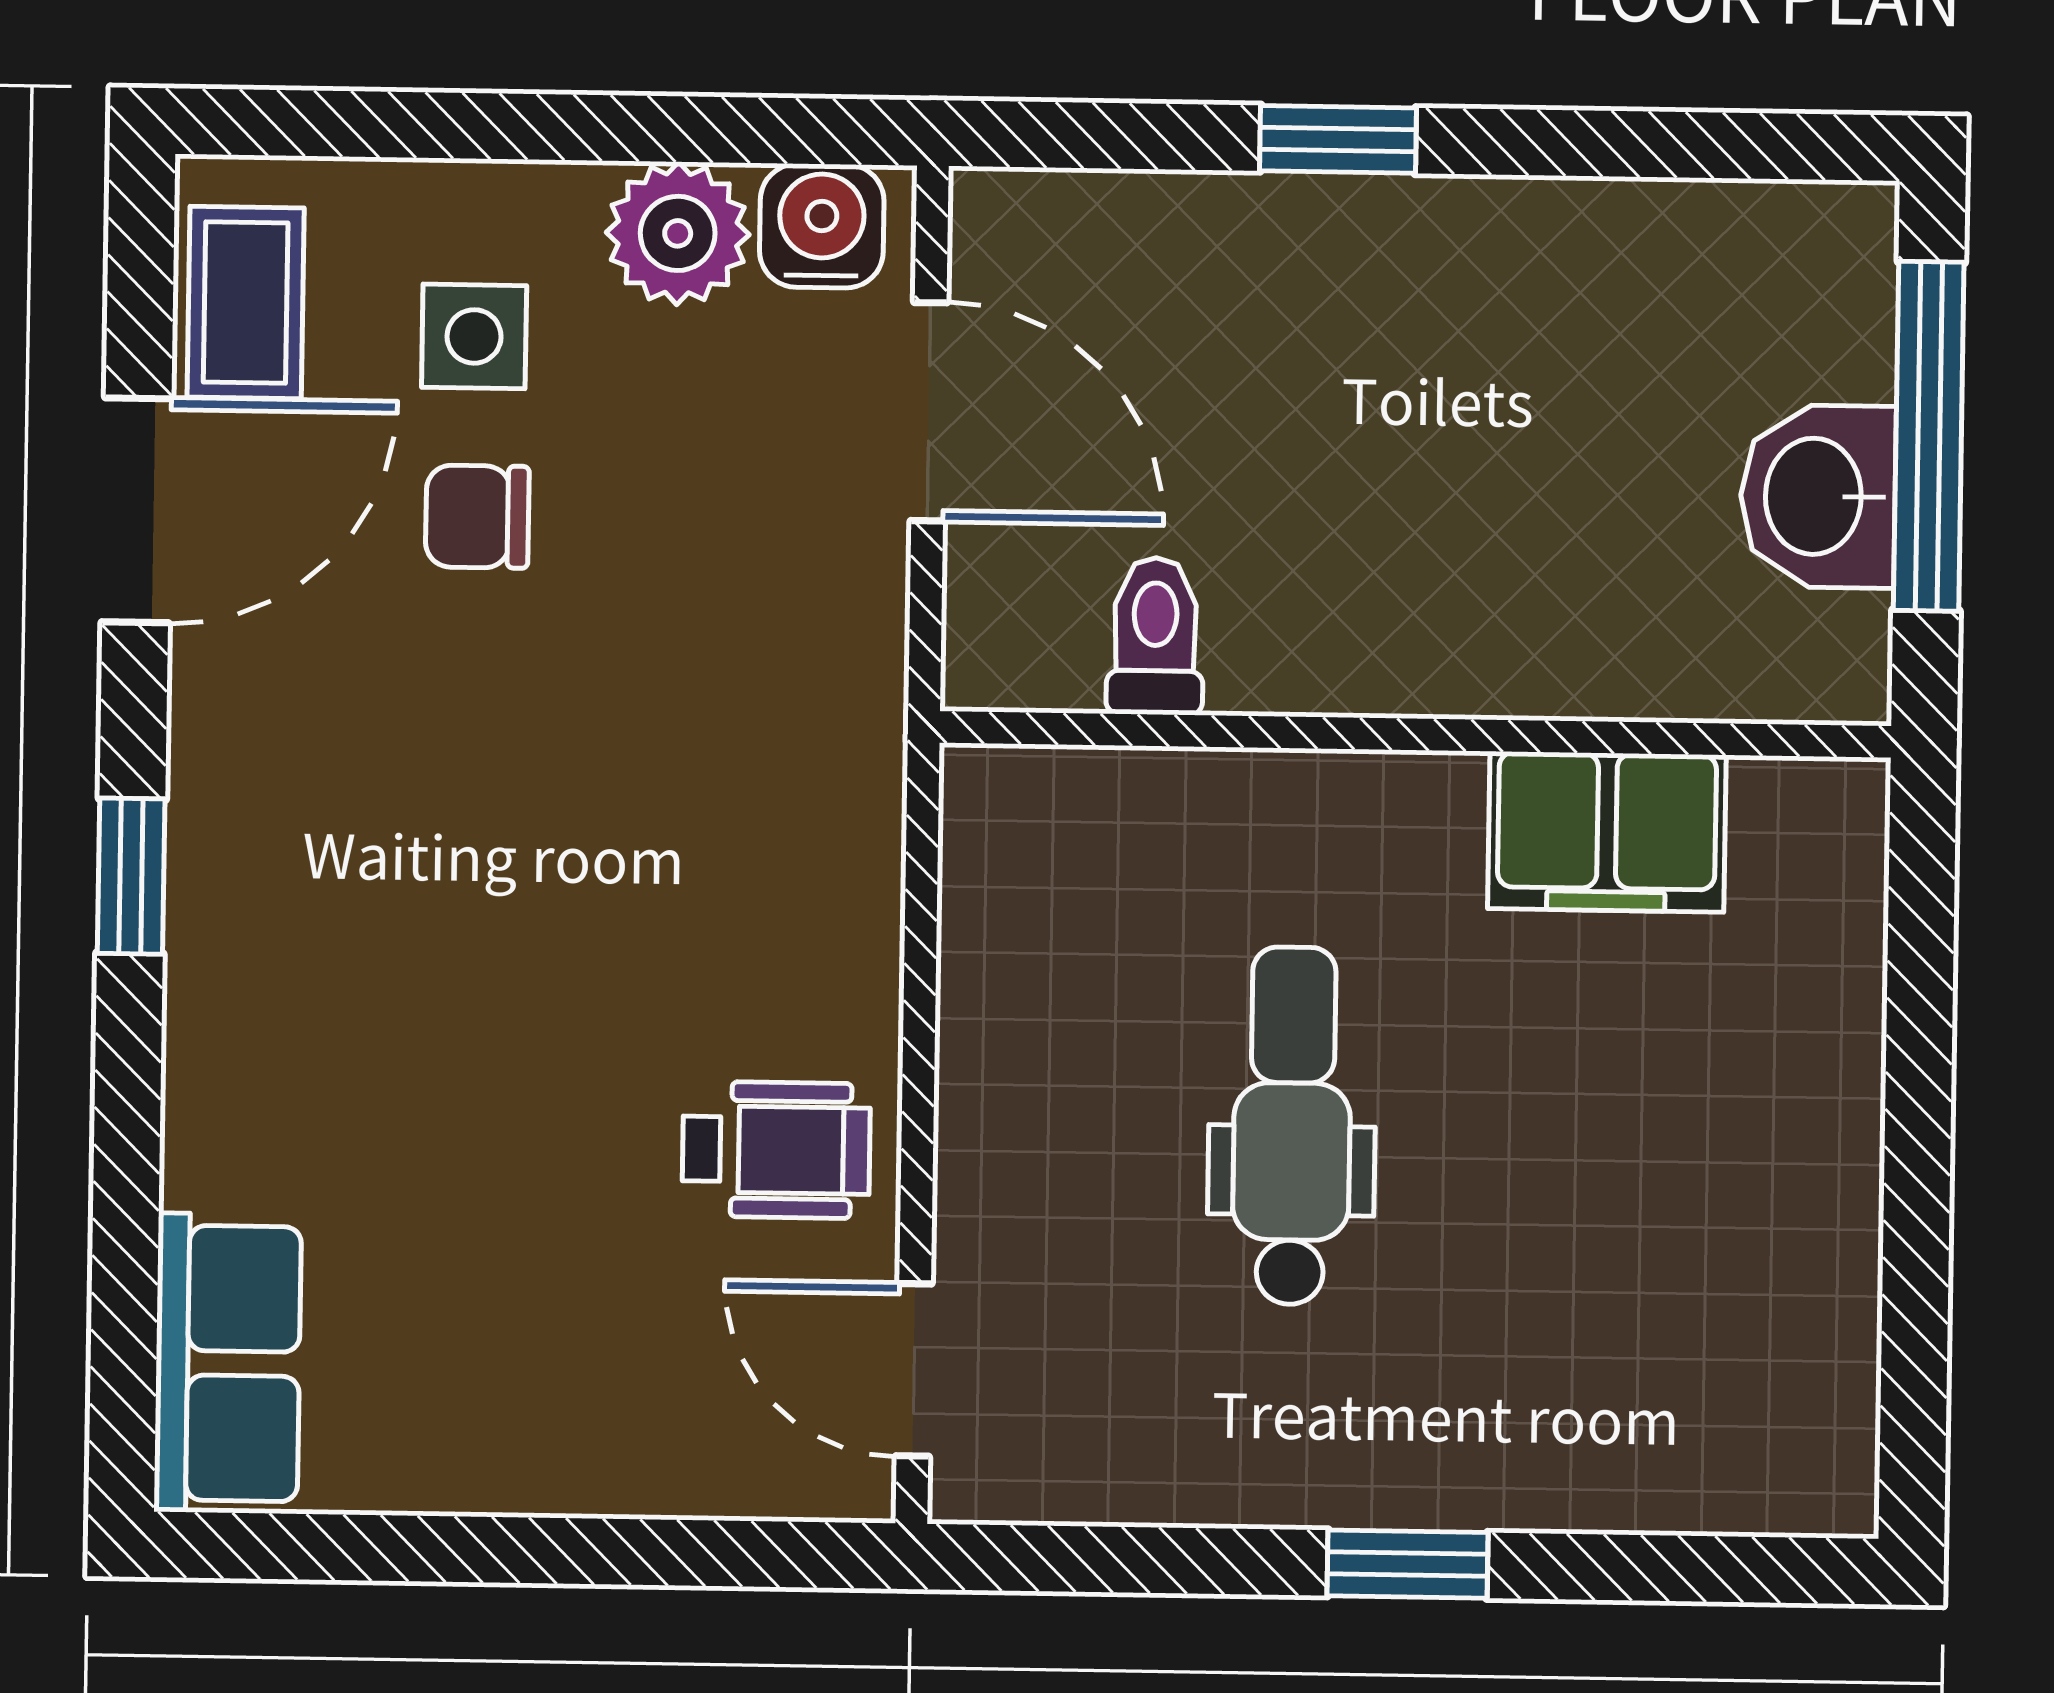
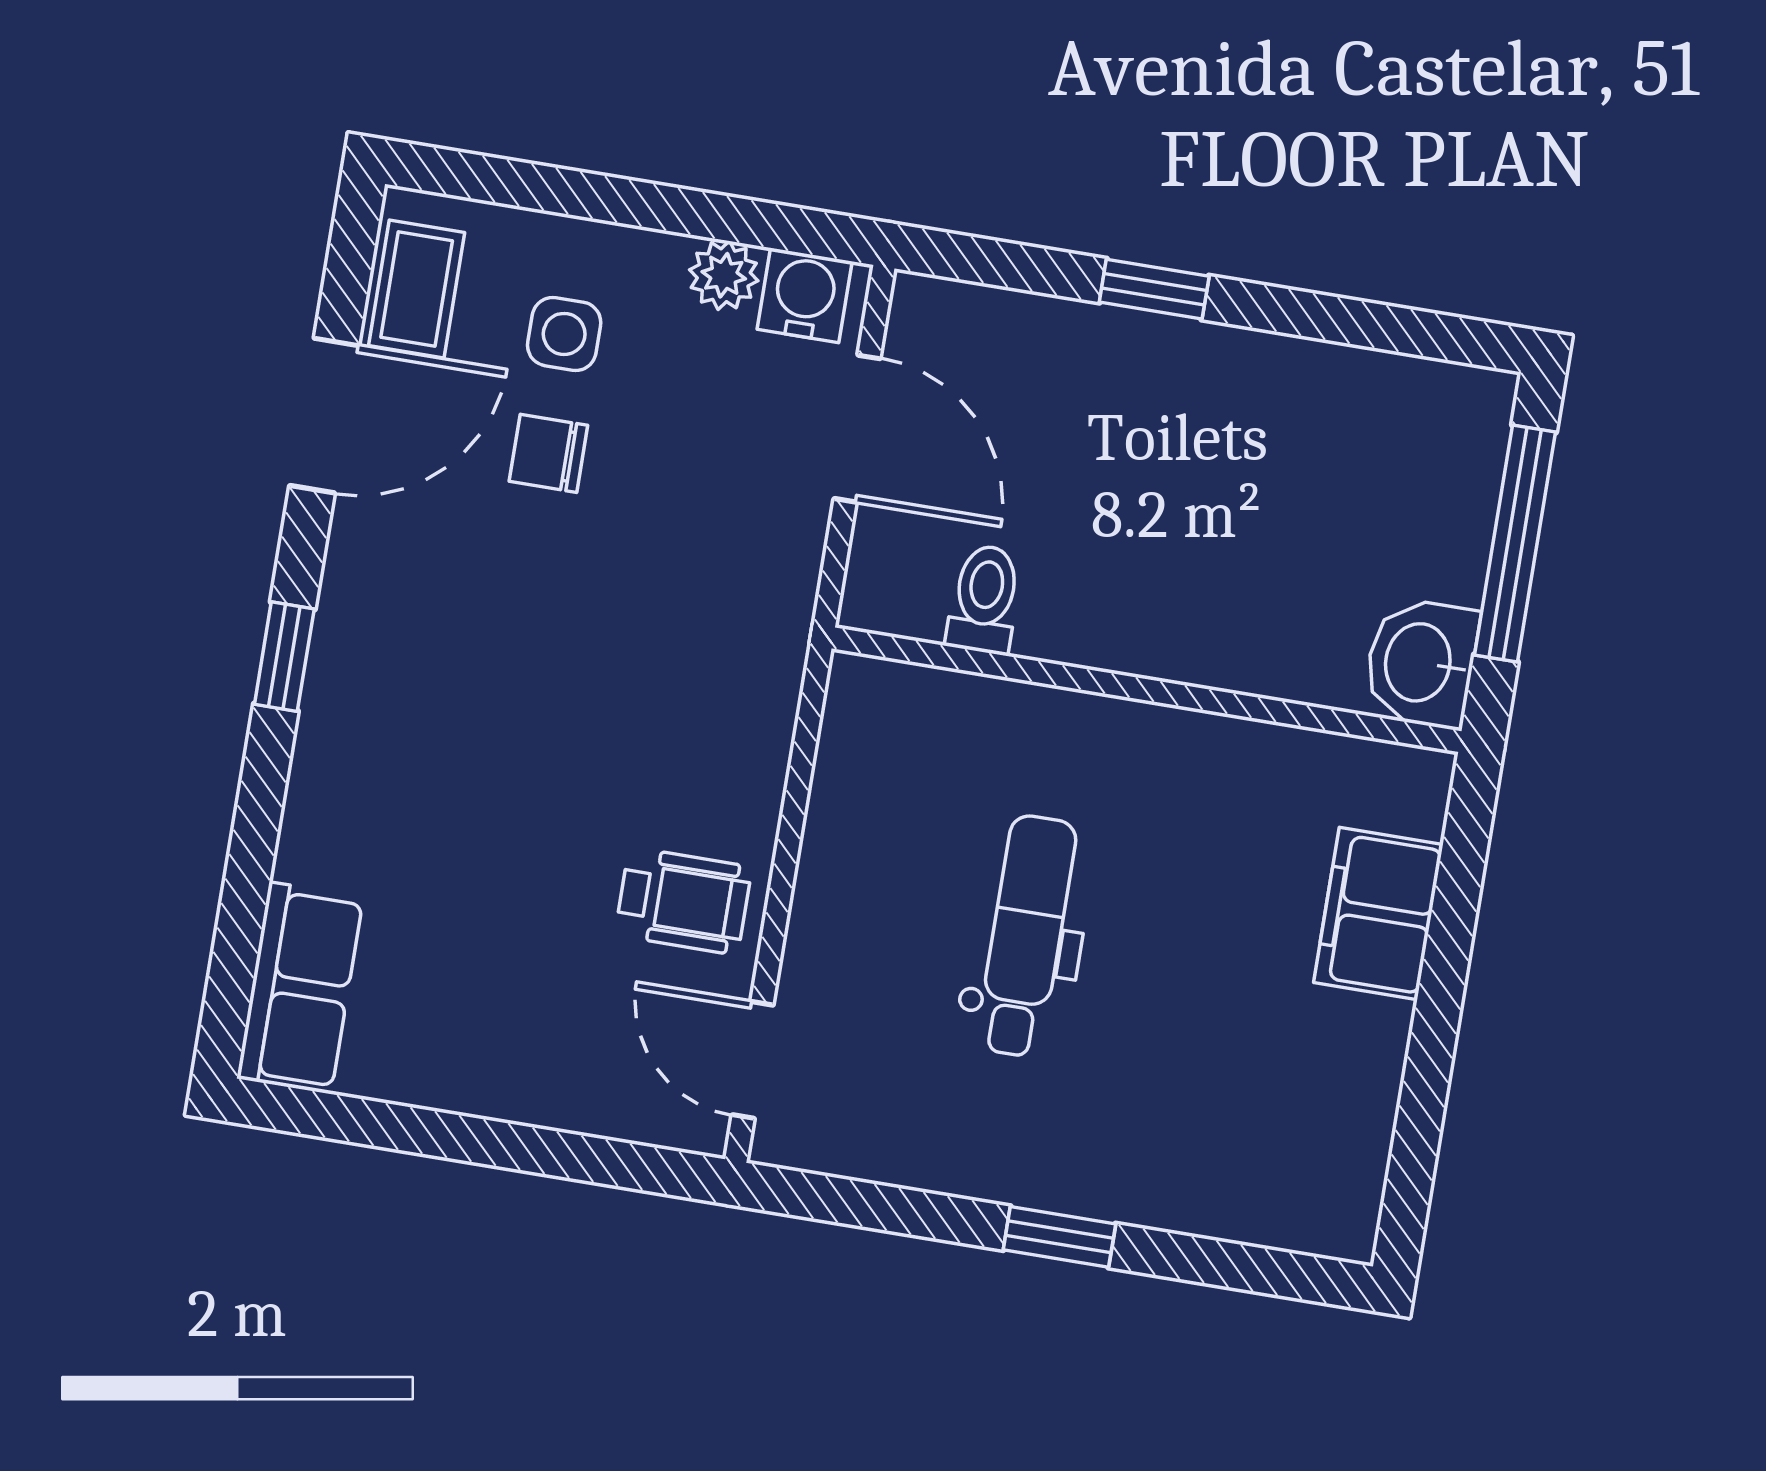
plant: (678, 233) -> (724, 275), width x0.73, depth x0.73
washbasin: (1818, 496) -> (1421, 663), moved
filing cabinet: (1607, 832) -> (1378, 913), moved, turned 90

